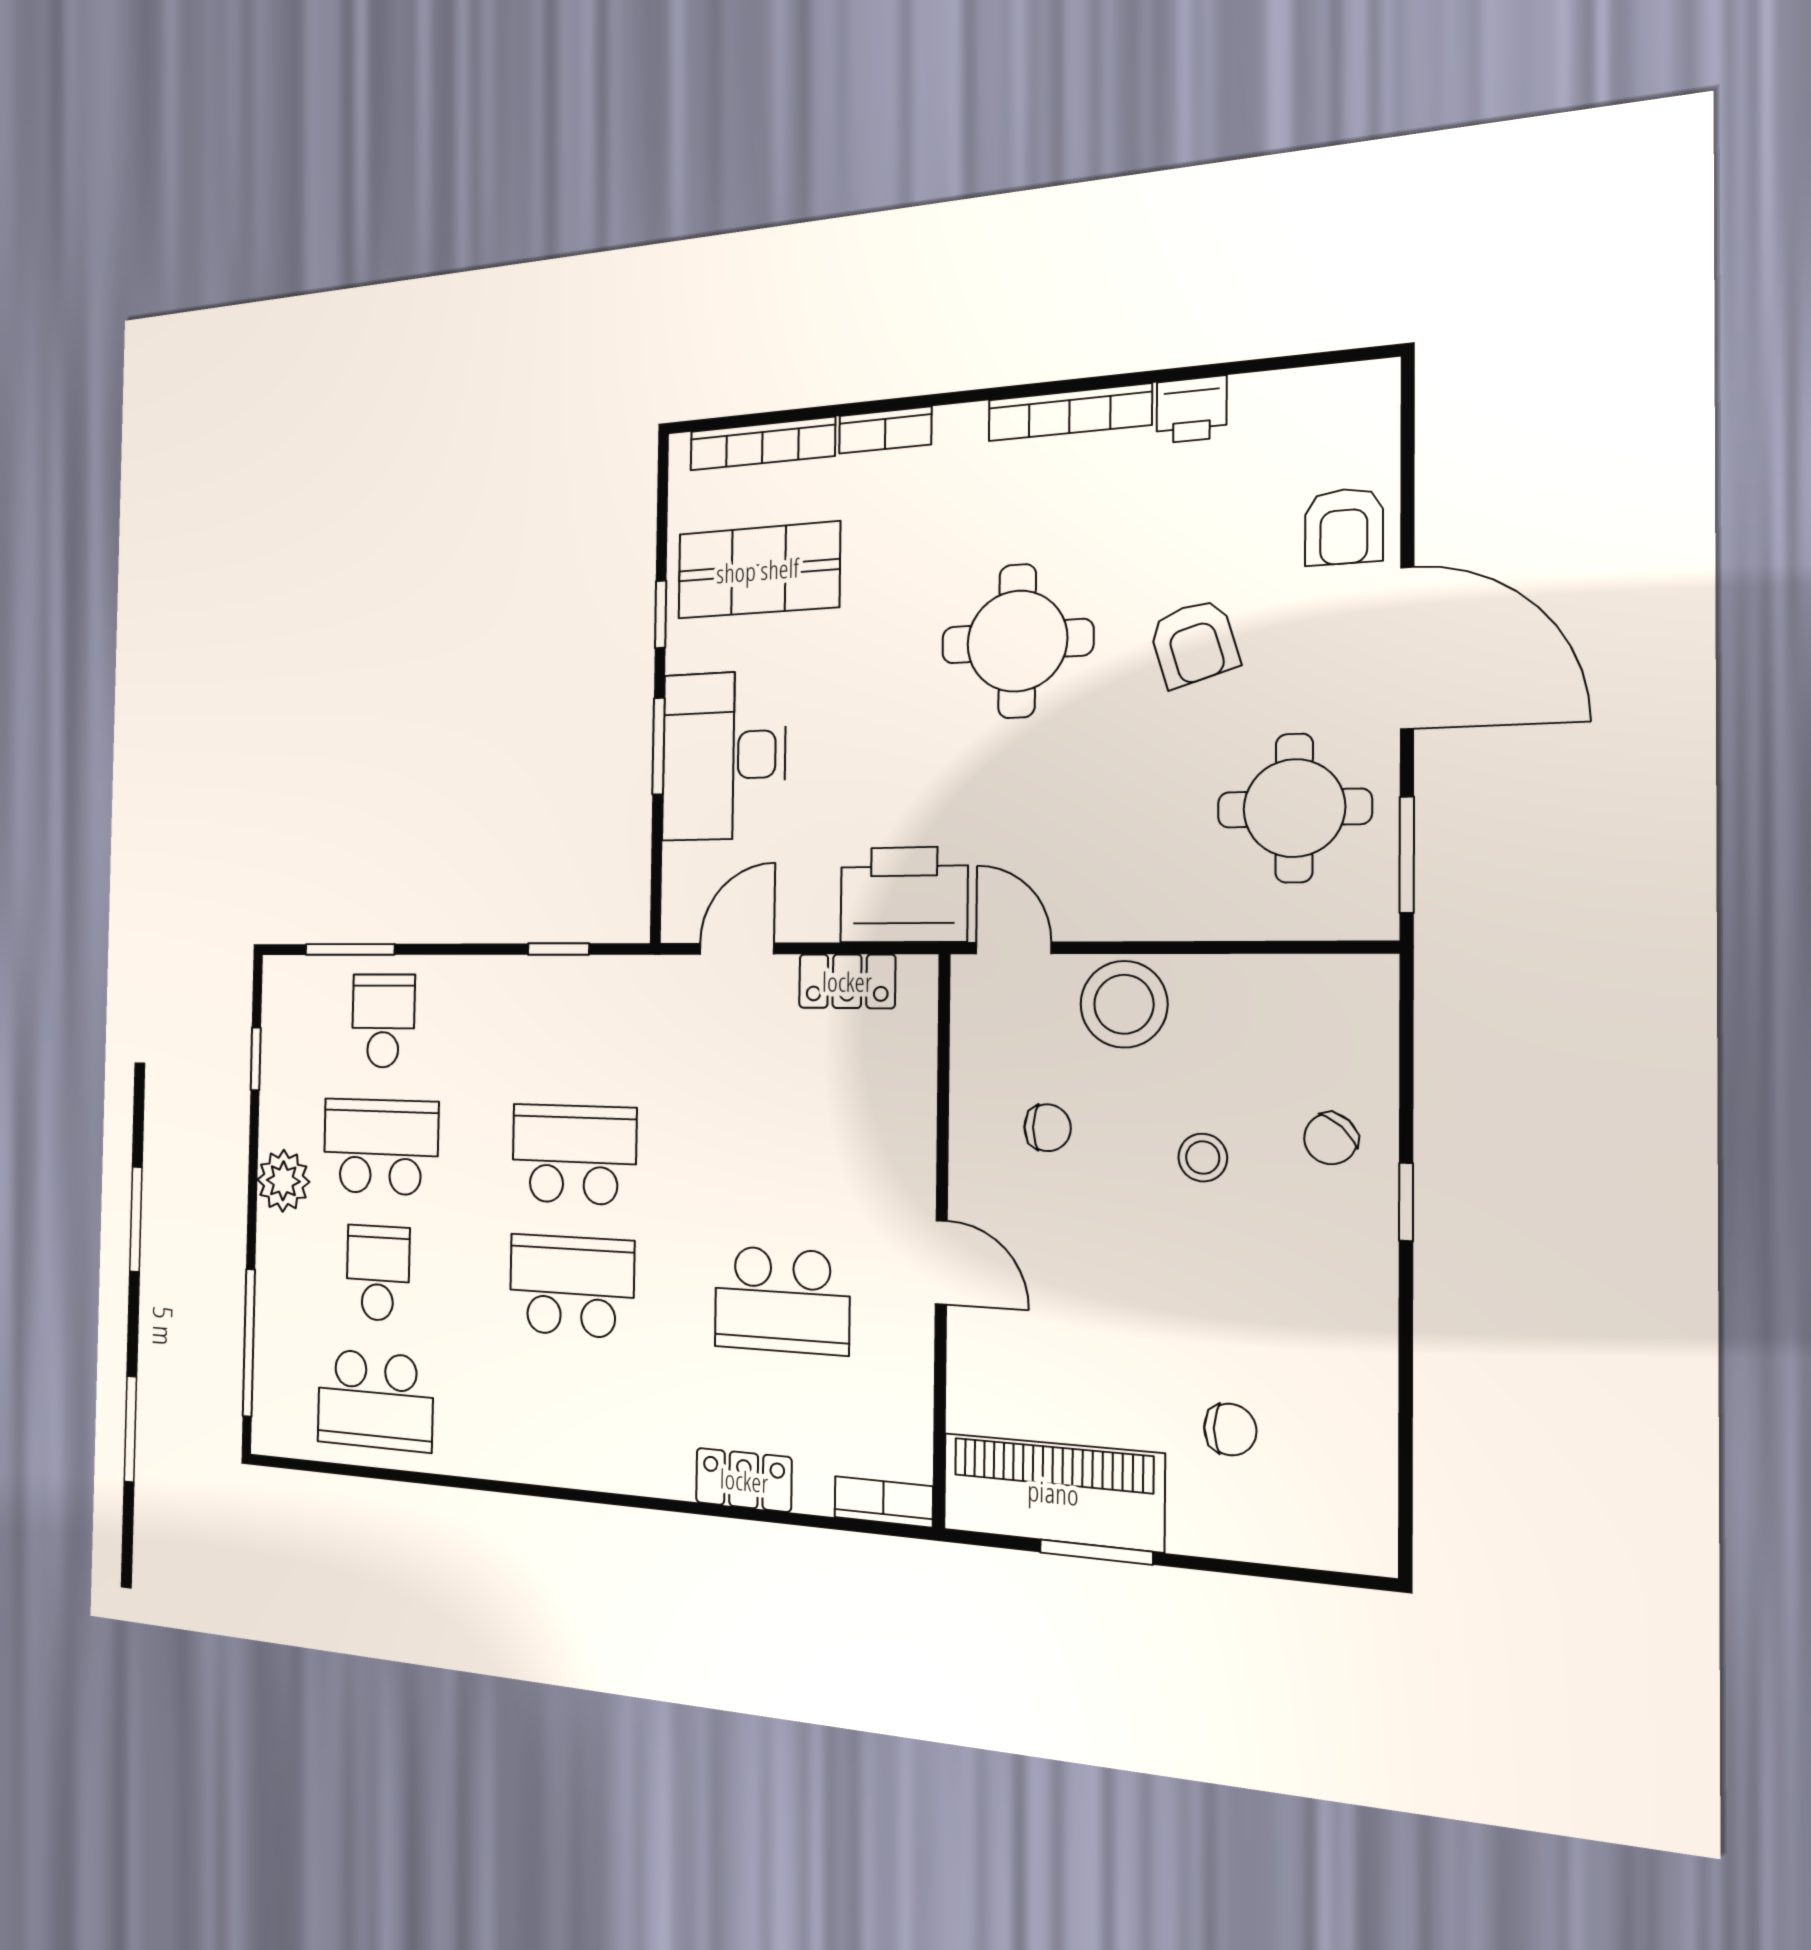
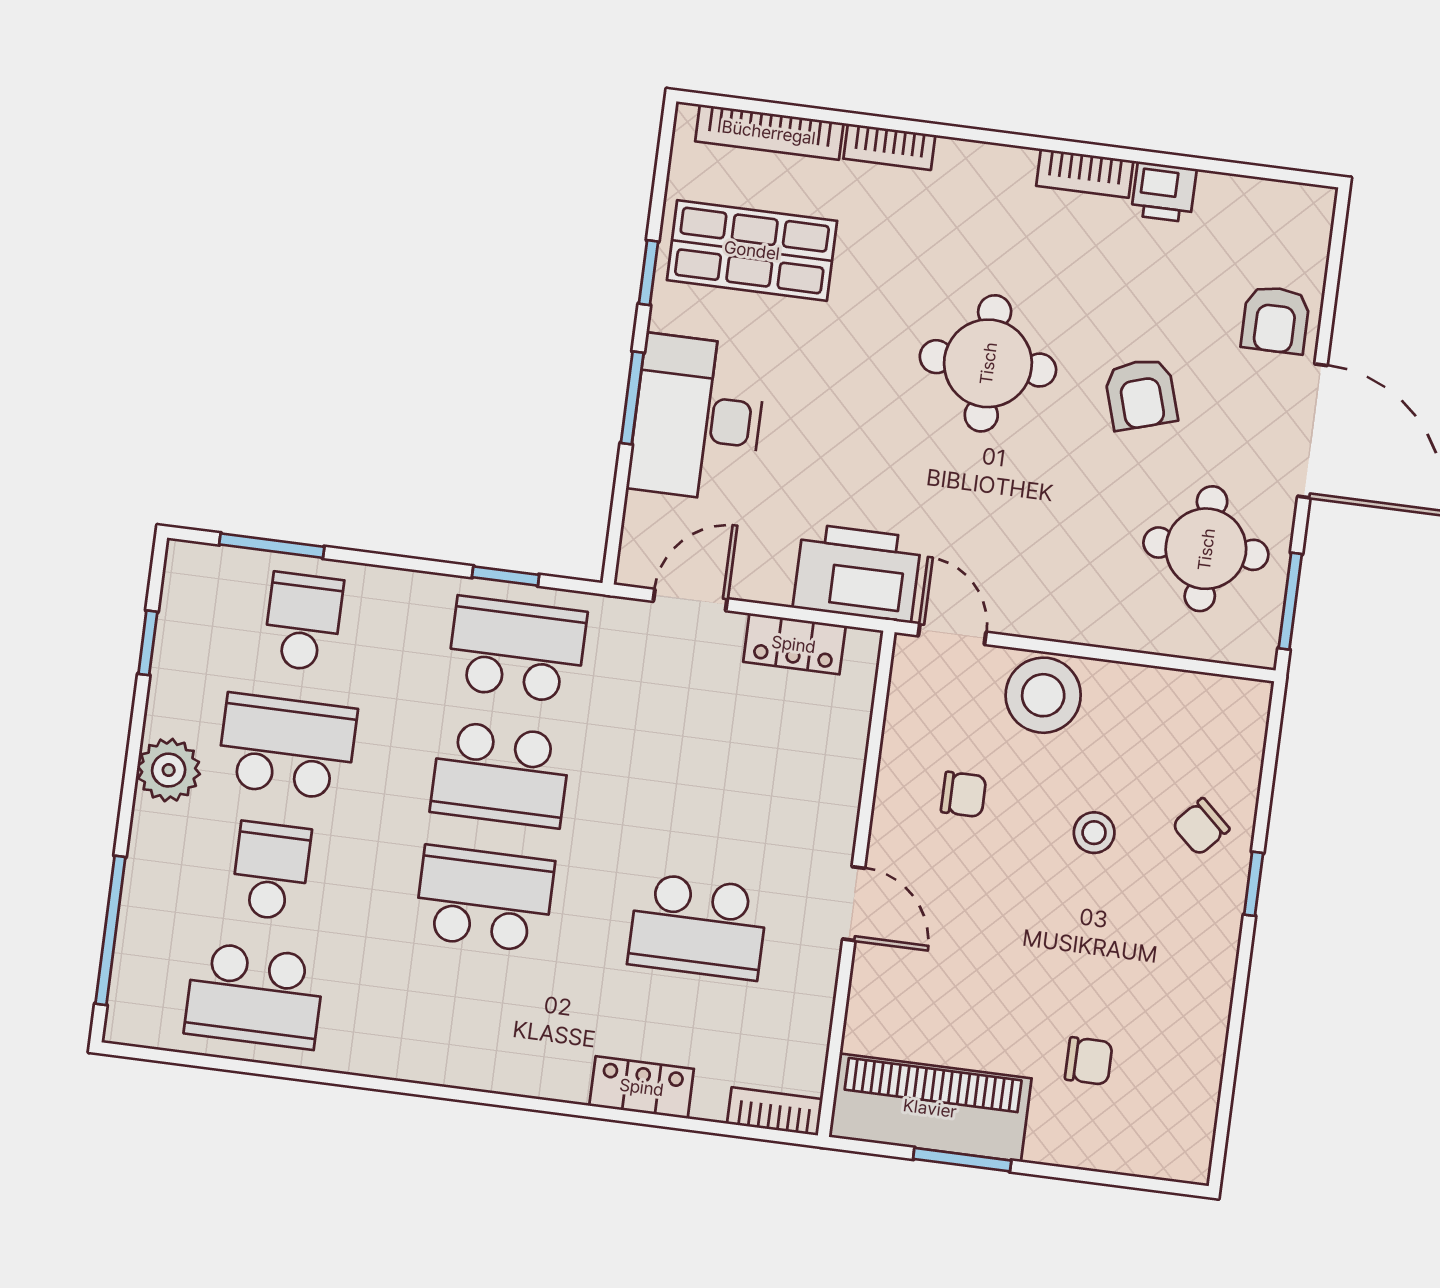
bookcase: (1069, 412) -> (1085, 173), width x0.64
school desk: (576, 1023) -> (517, 650), added
school desk: (574, 1154) -> (501, 774), turned 180

